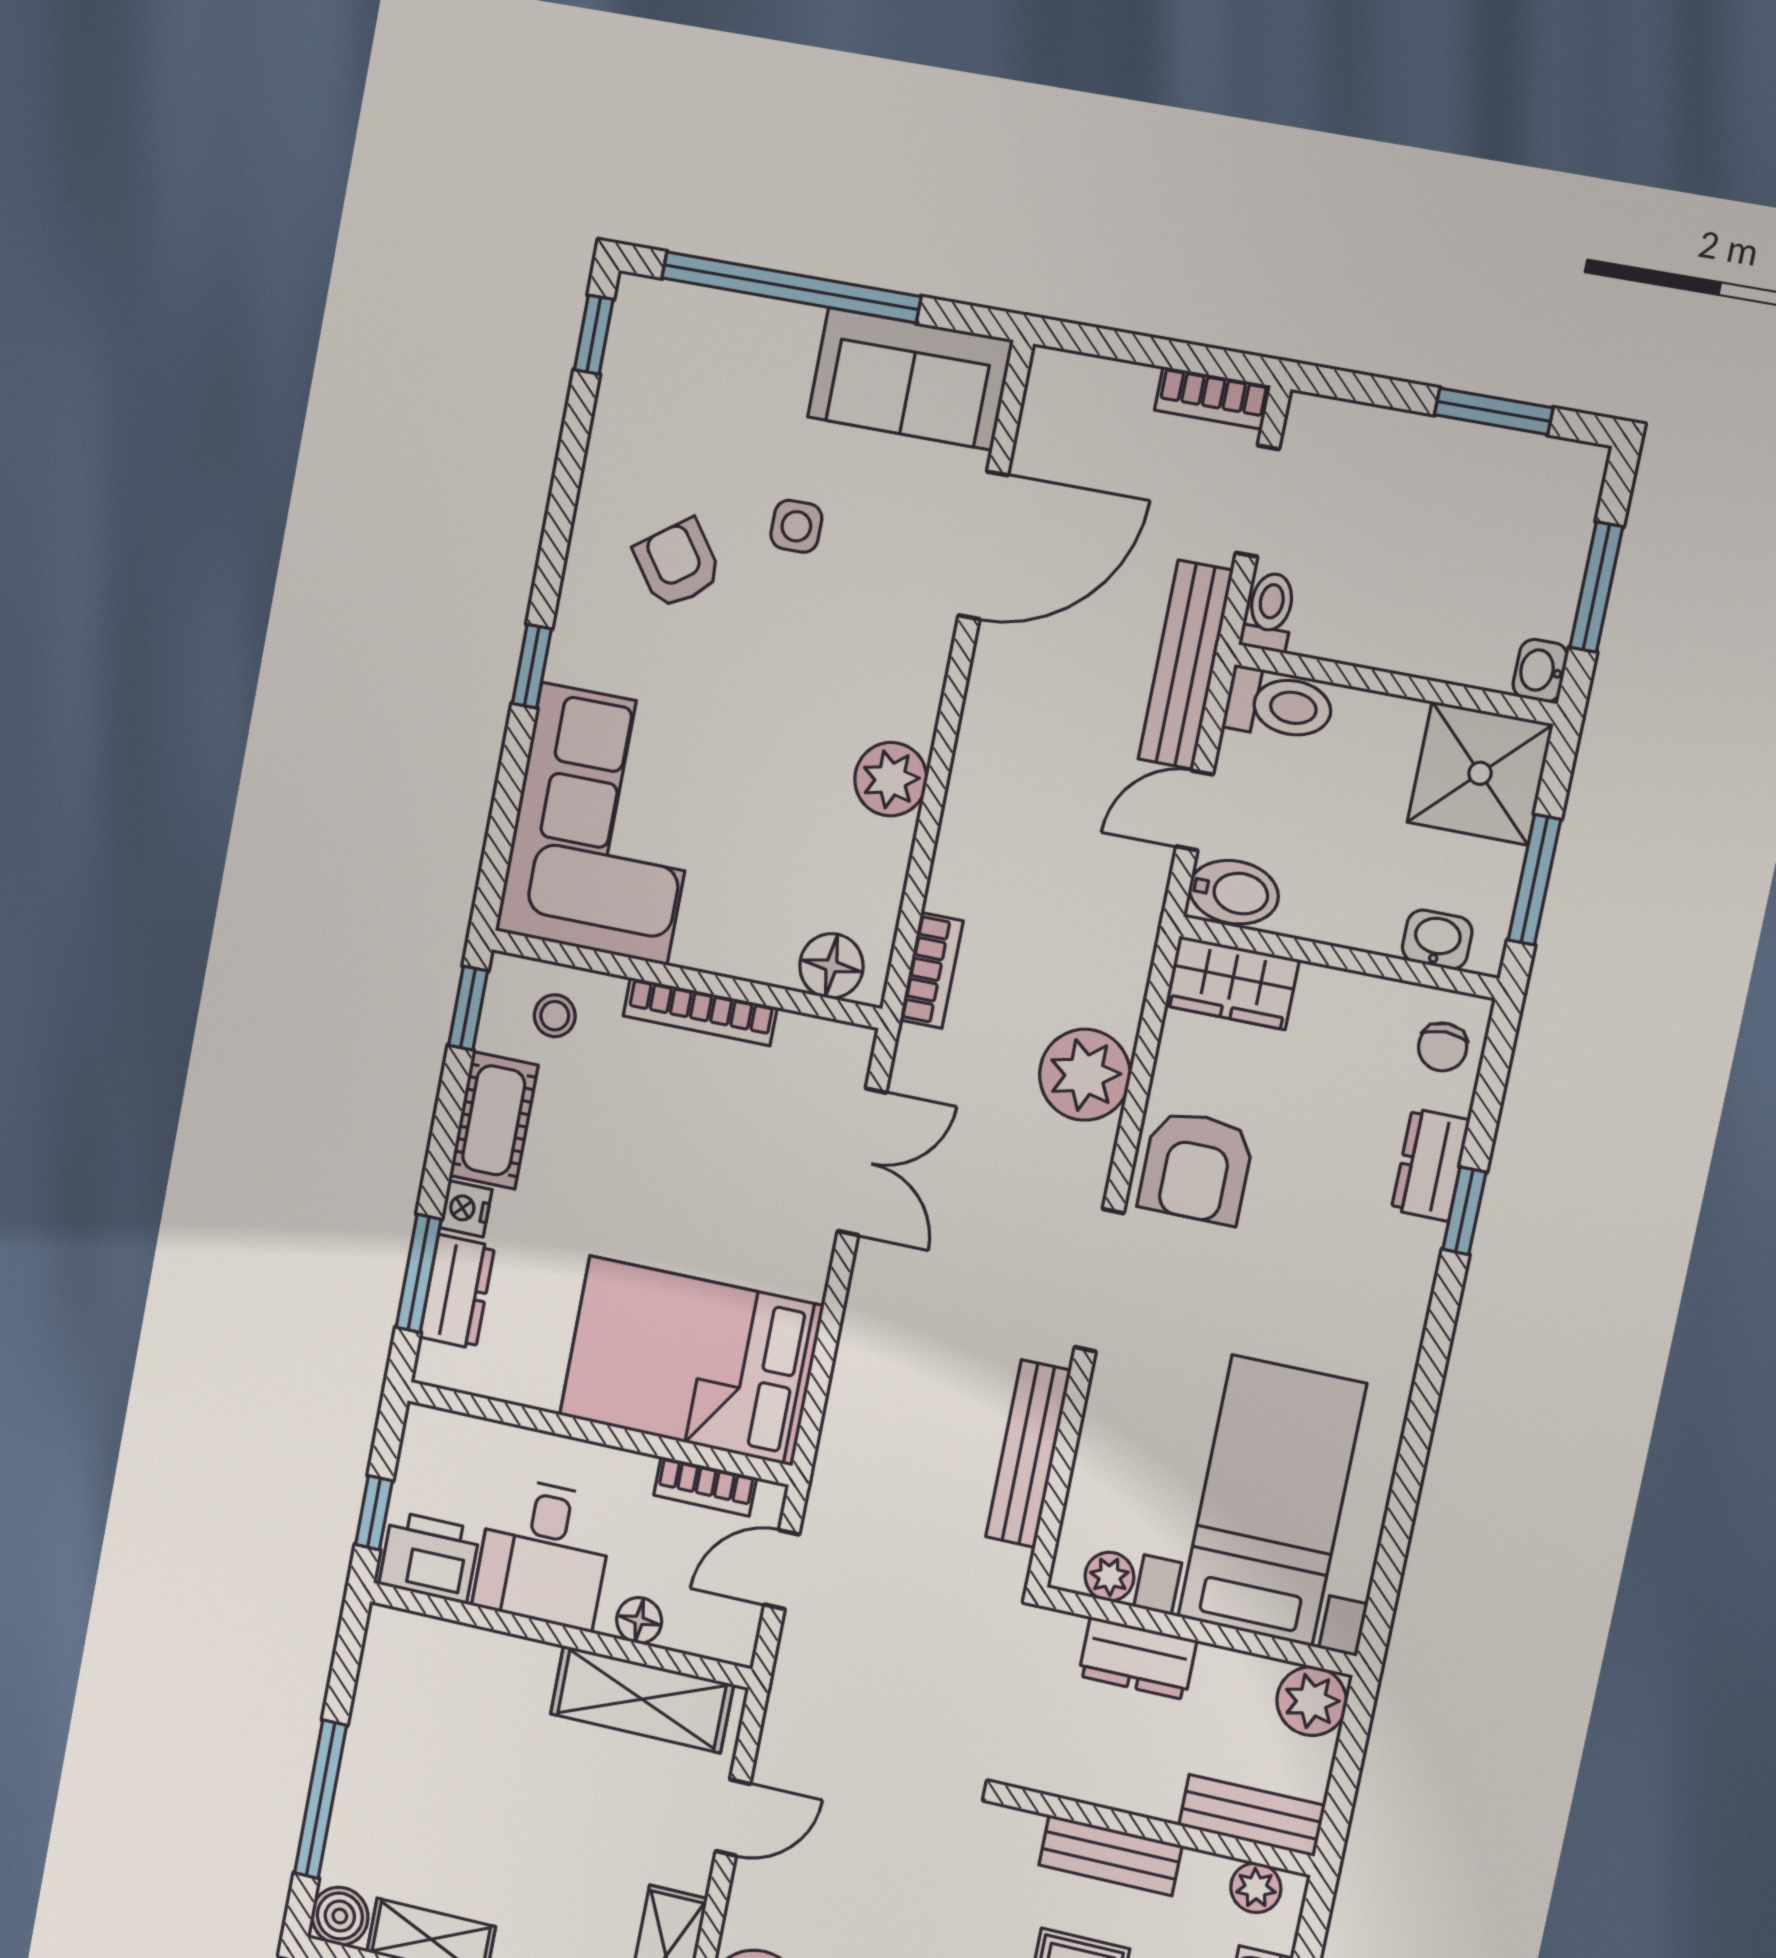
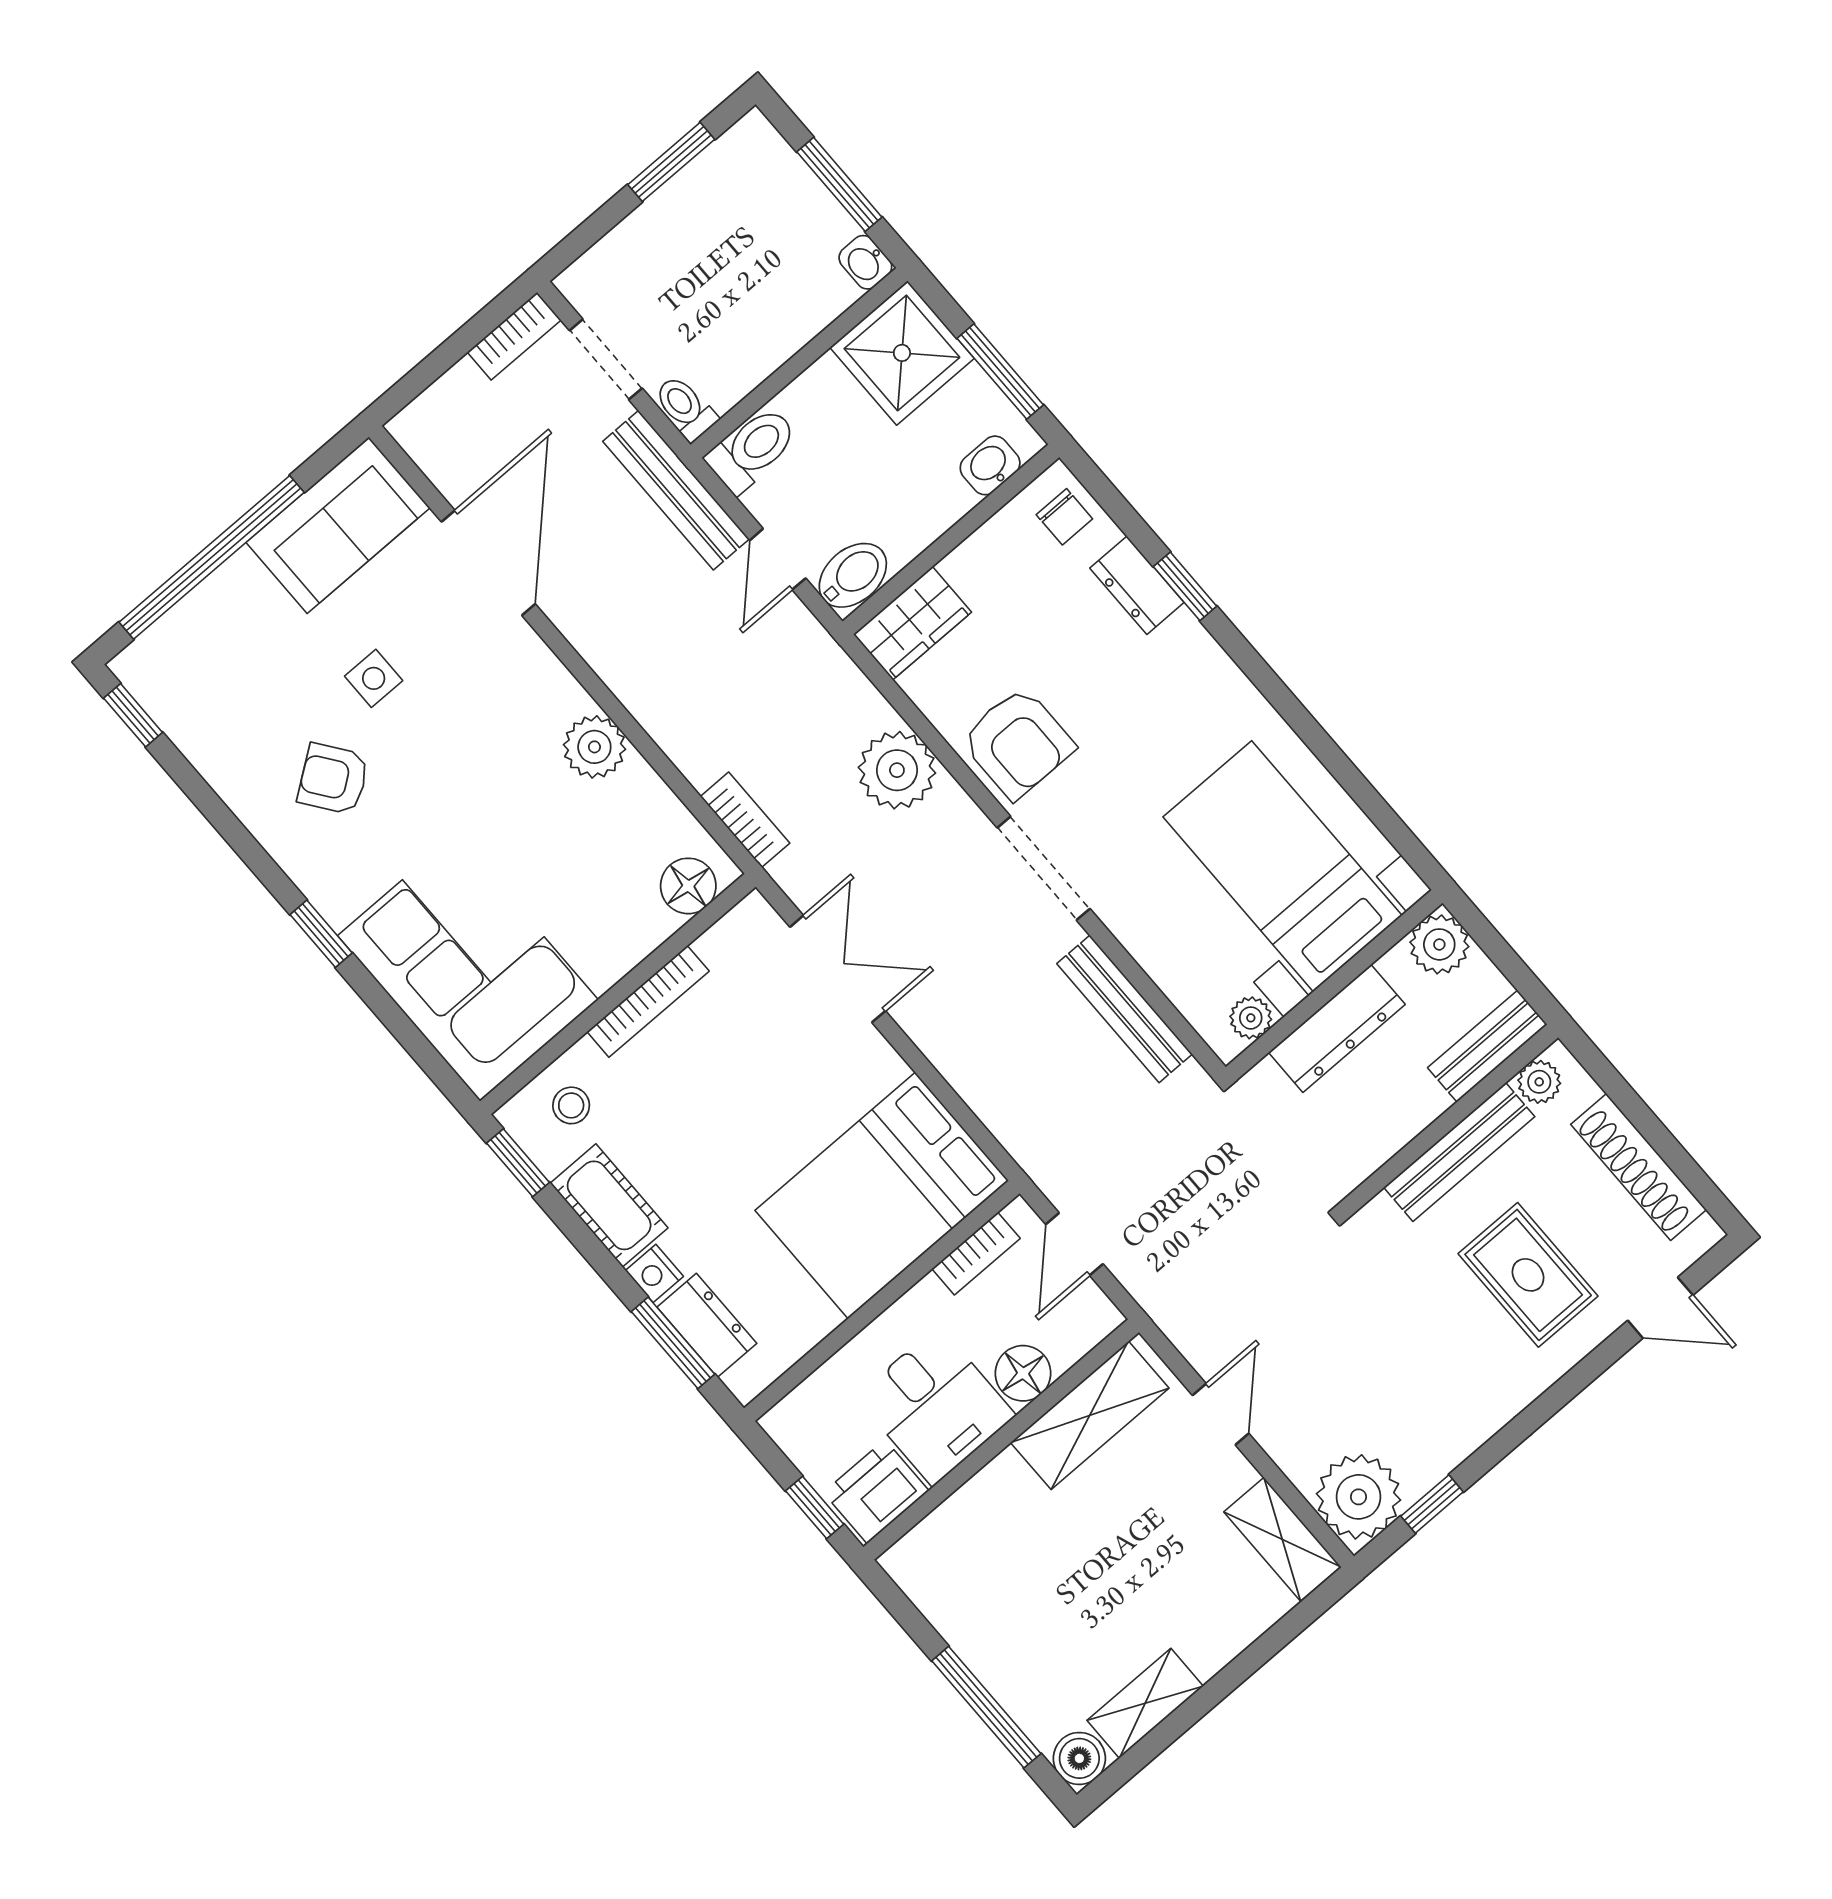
floor lamp: (639, 1620) -> (1023, 1373), width x1.37, depth x1.37
dresser: (1138, 1658) -> (1337, 1028), width x1.44
bench: (1110, 1855) -> (1459, 1152), width x1.36

